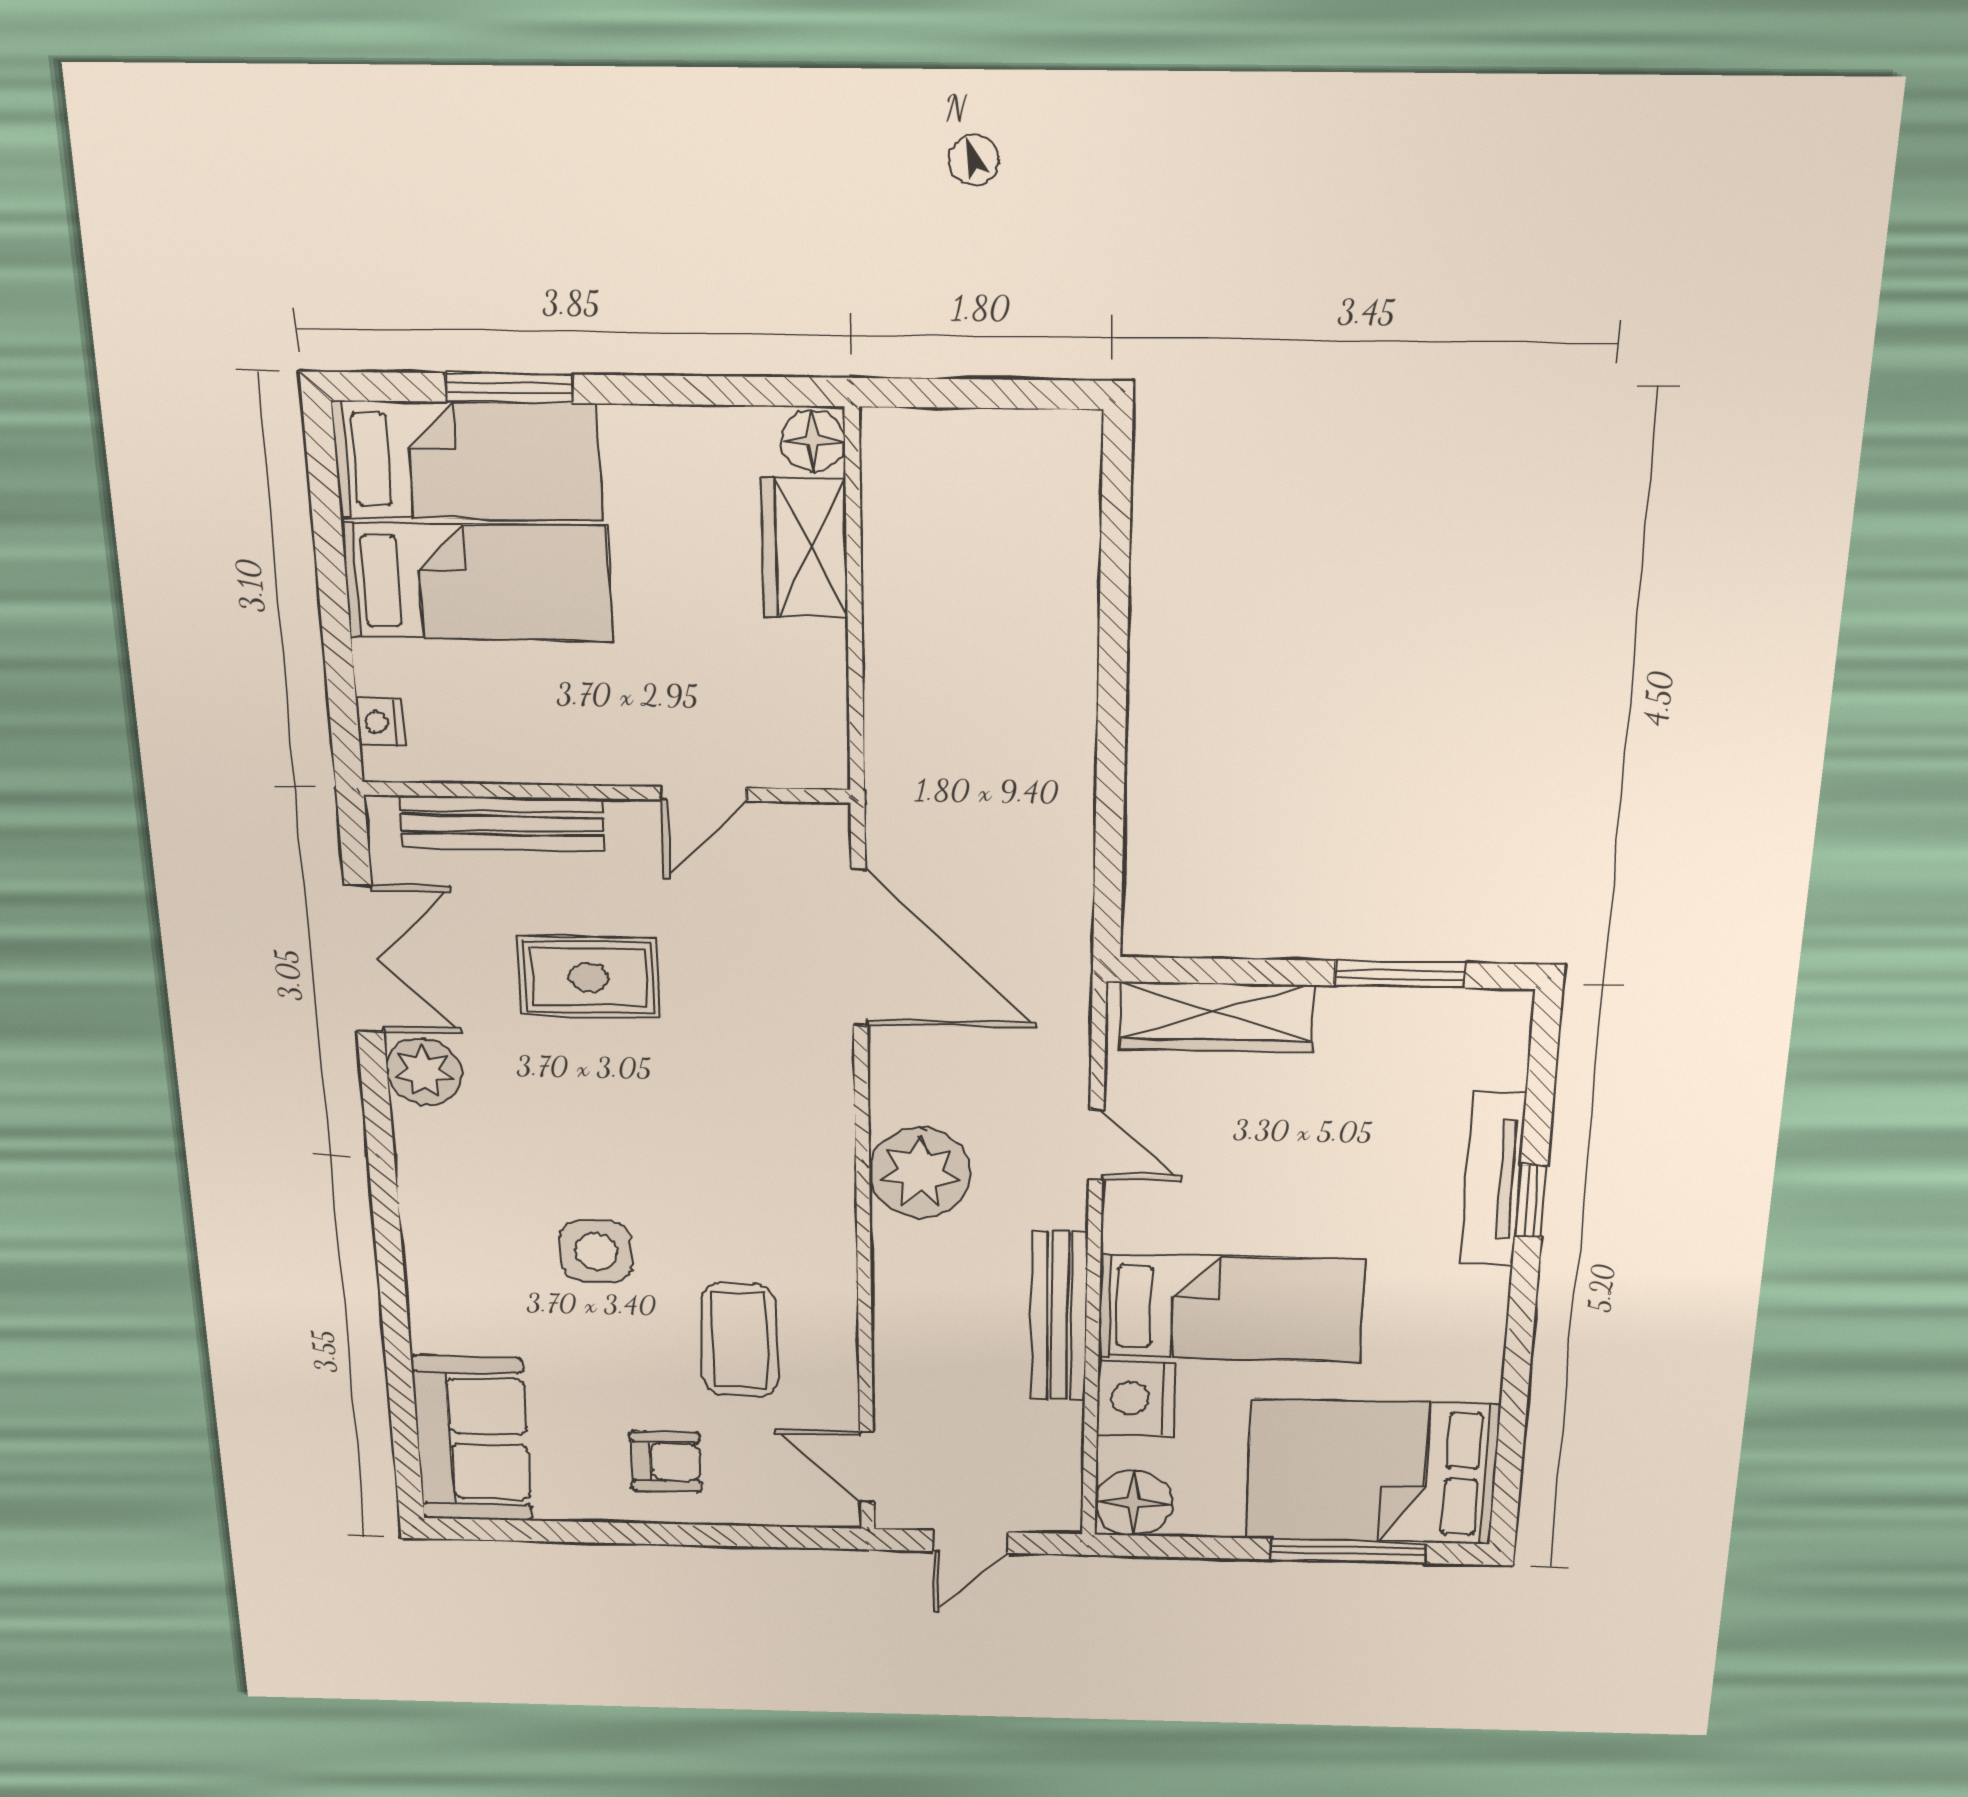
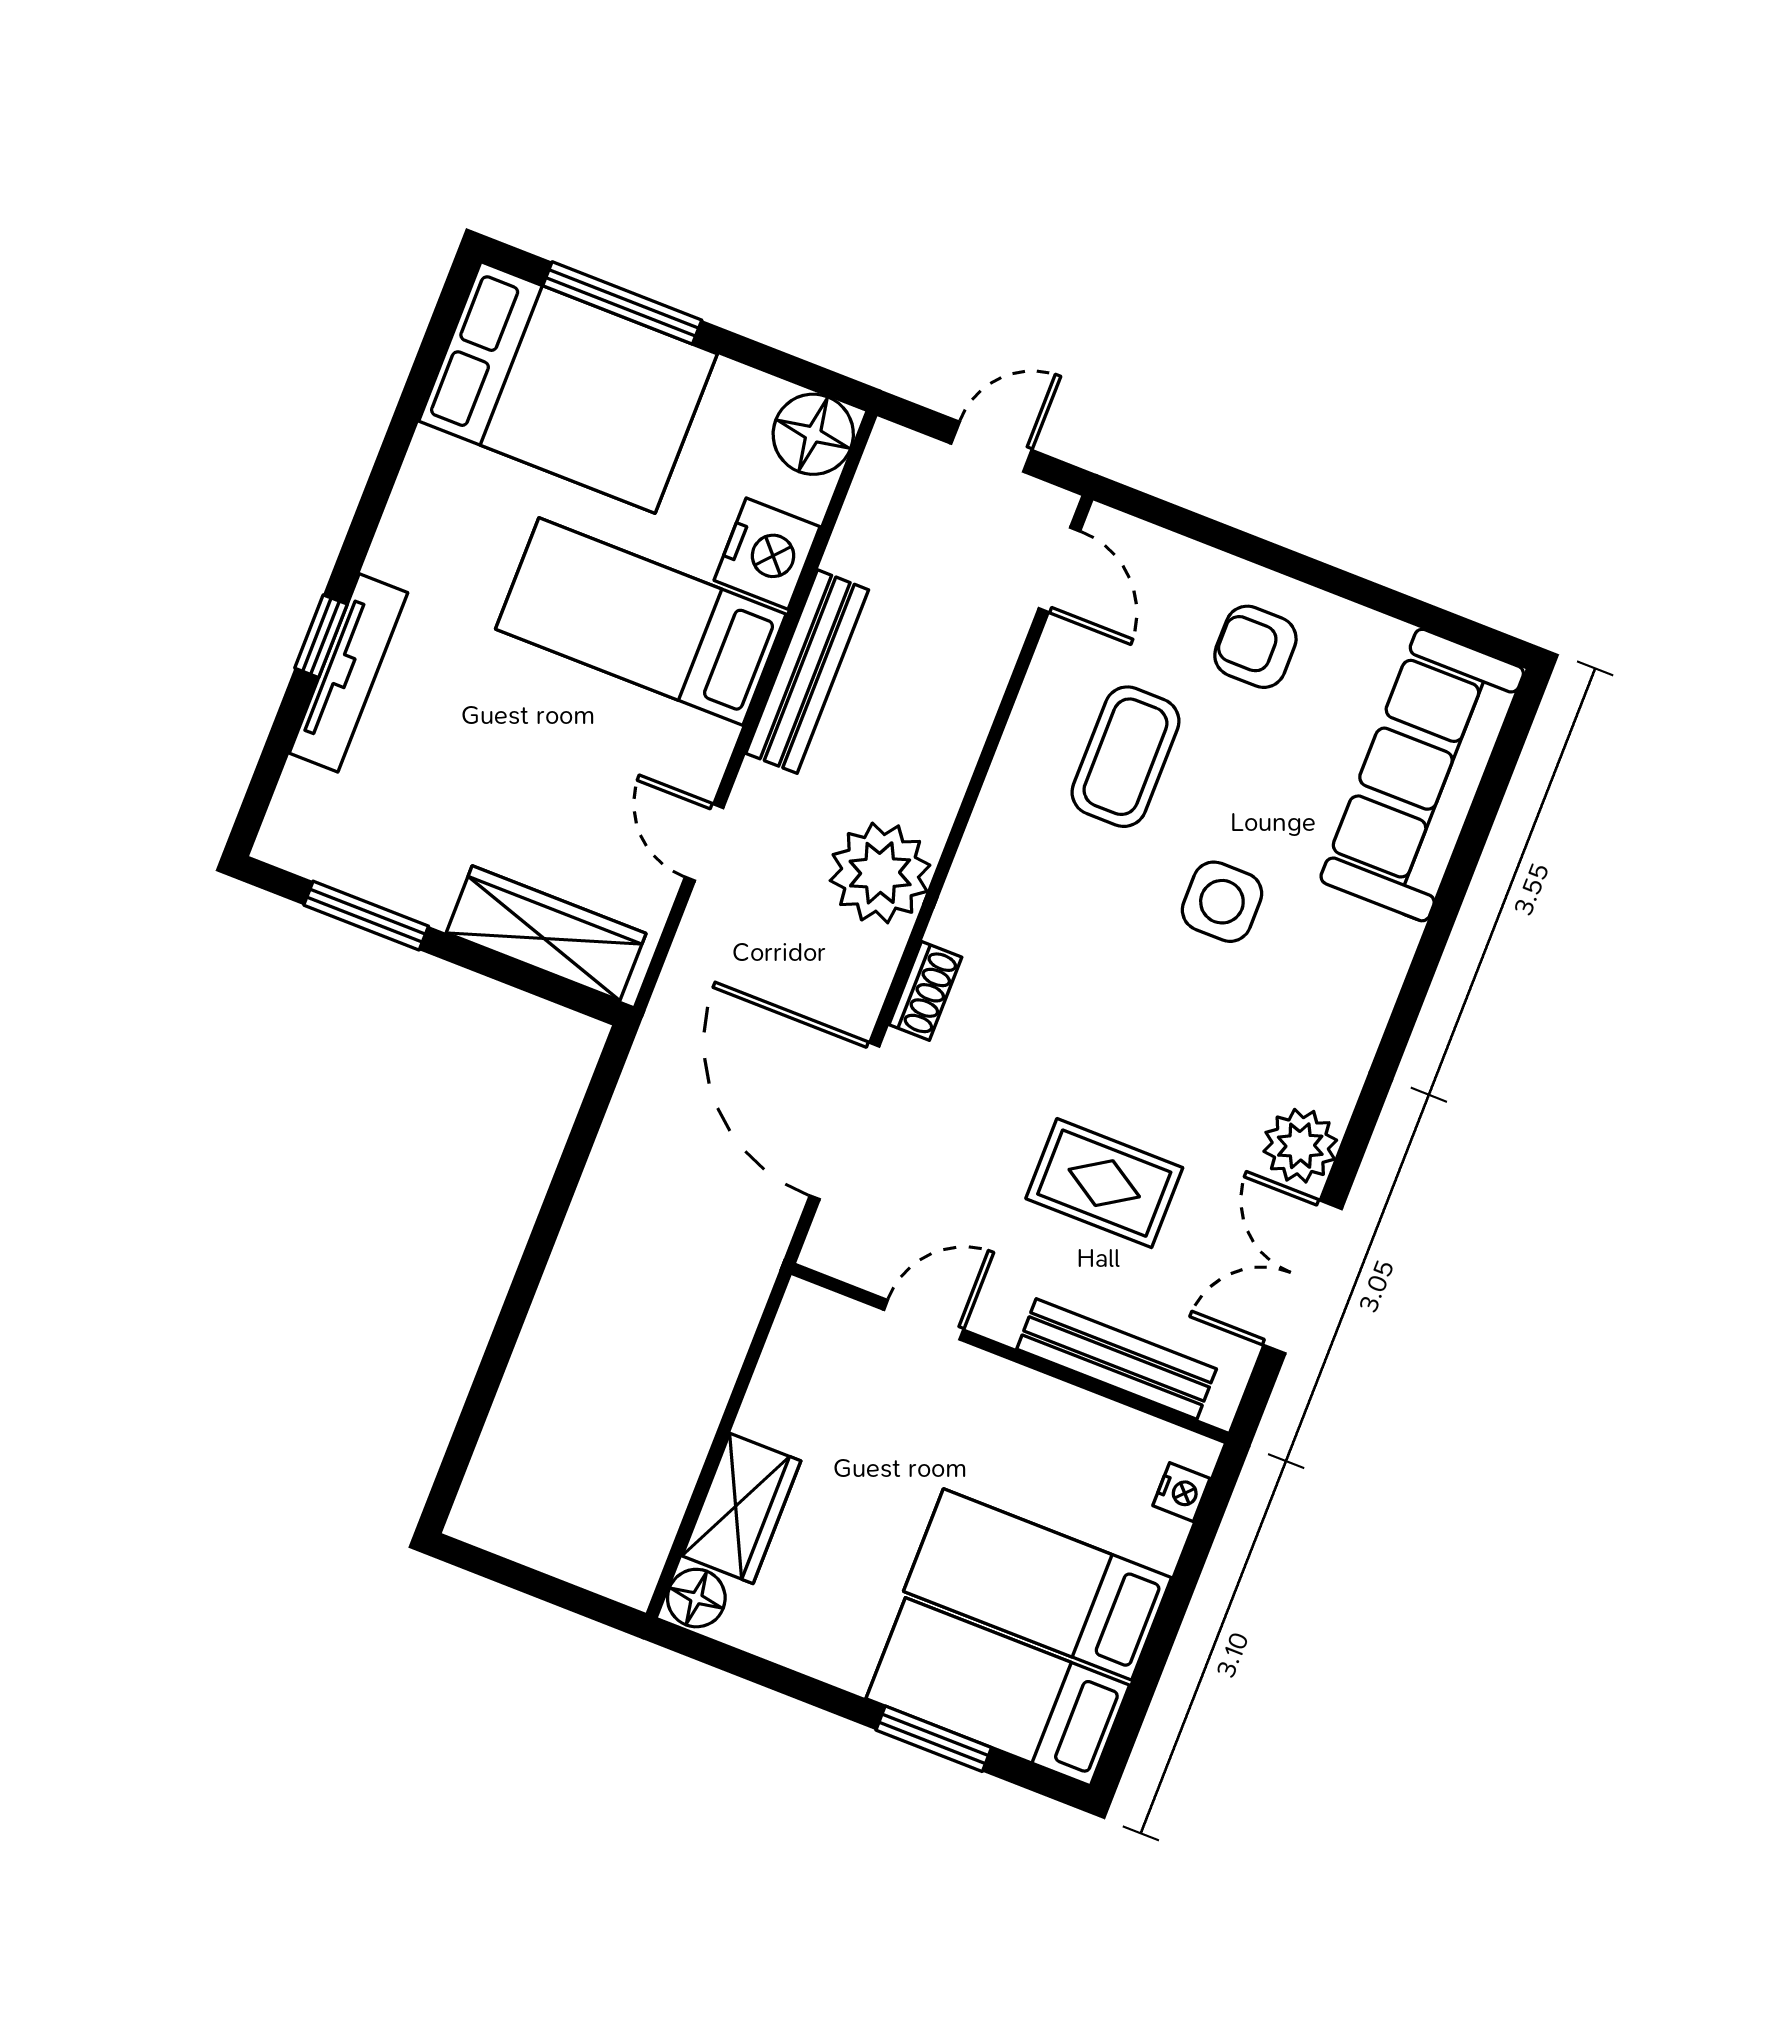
shoe rack: (833, 1087) -> (925, 991), added
sofa: (472, 1439) -> (1422, 775), width x1.36

